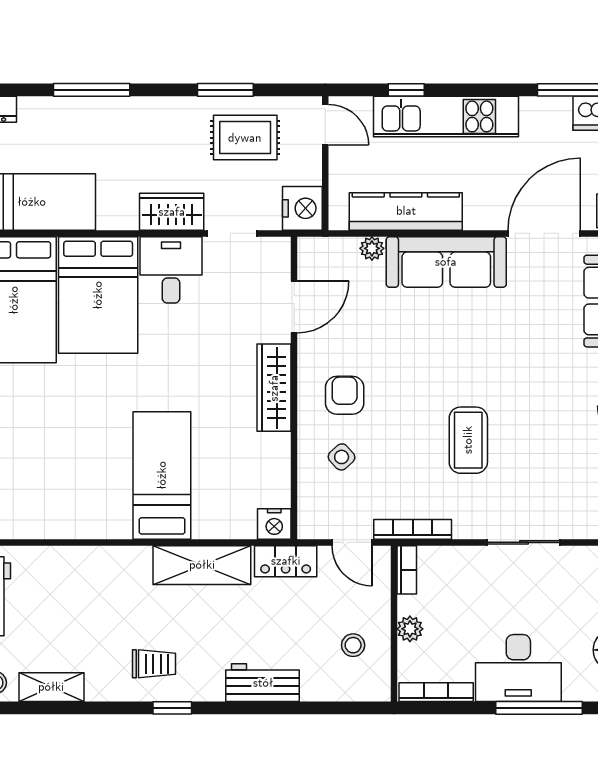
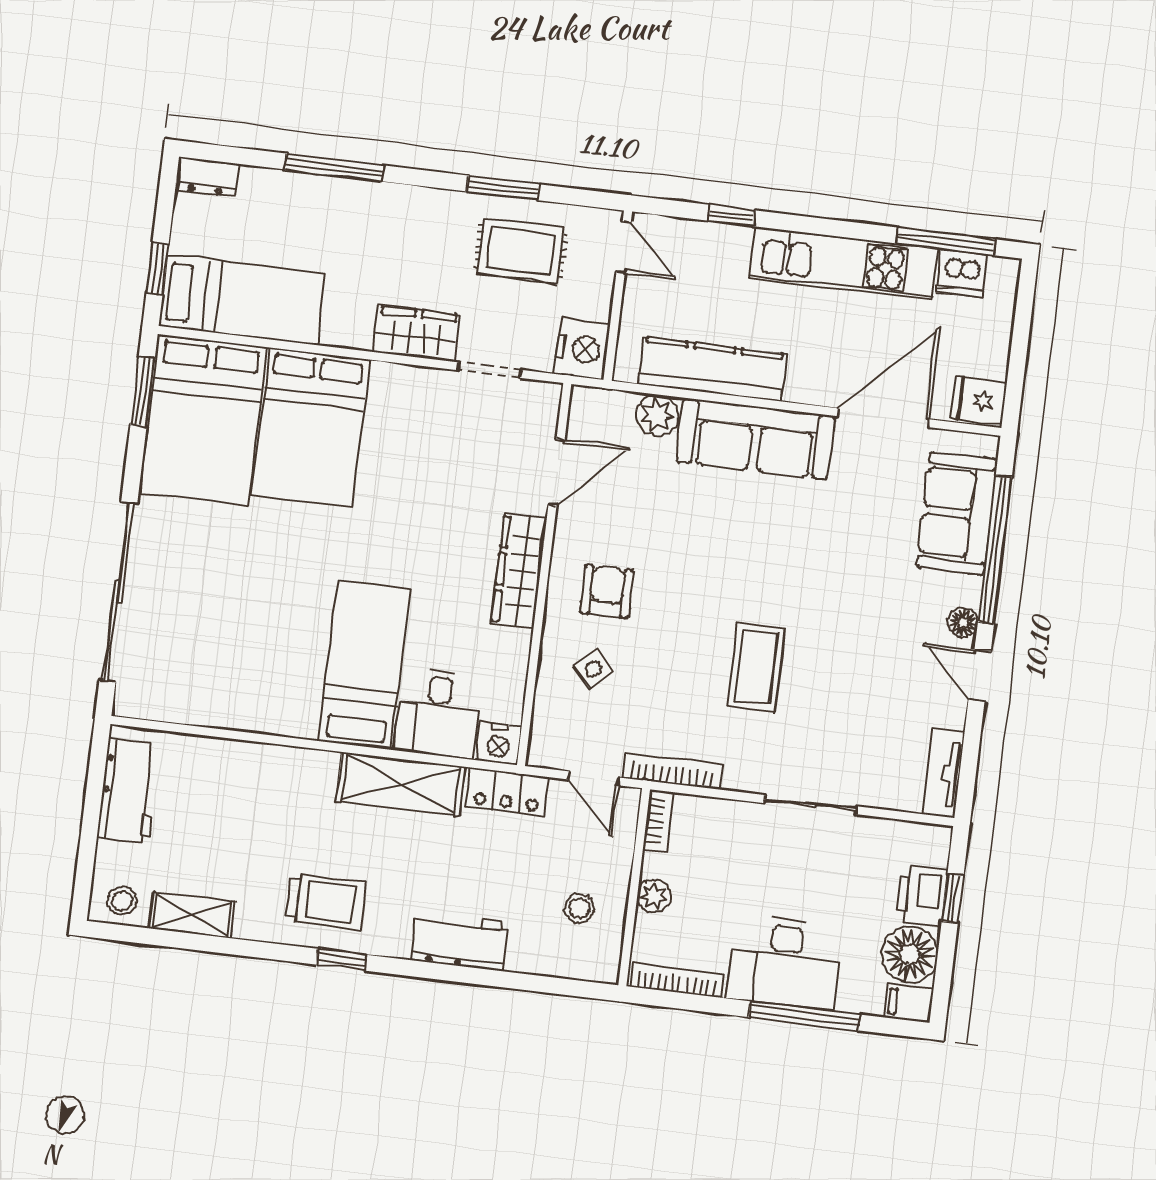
kitchen unit: (446, 116) -> (843, 263), moved
plant: (372, 248) -> (657, 415), width x1.38, depth x1.38
desk: (171, 270) -> (438, 713), moved, turned 180
trolley: (154, 664) -> (325, 901), width x1.36, depth x1.39

